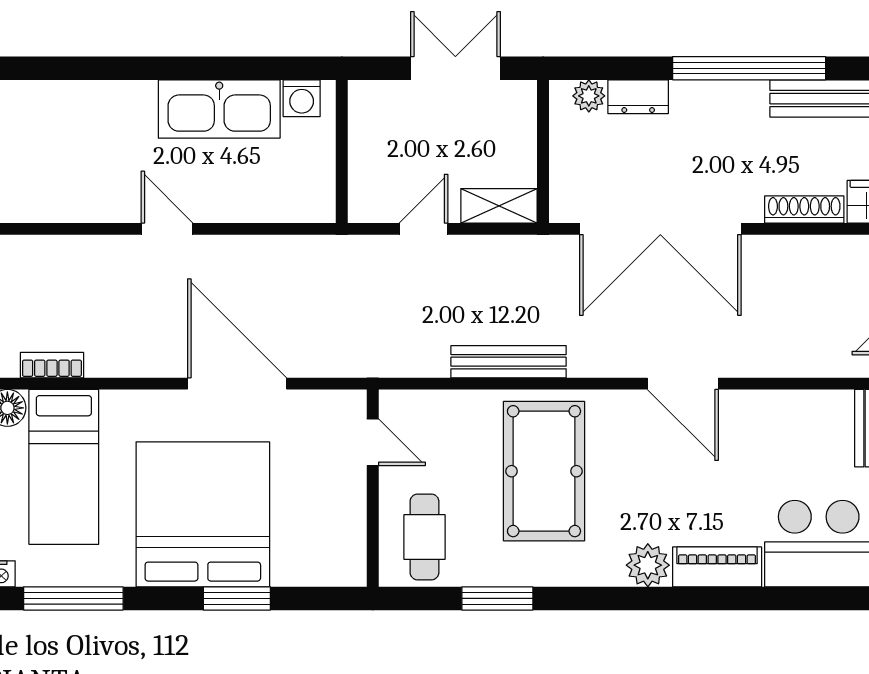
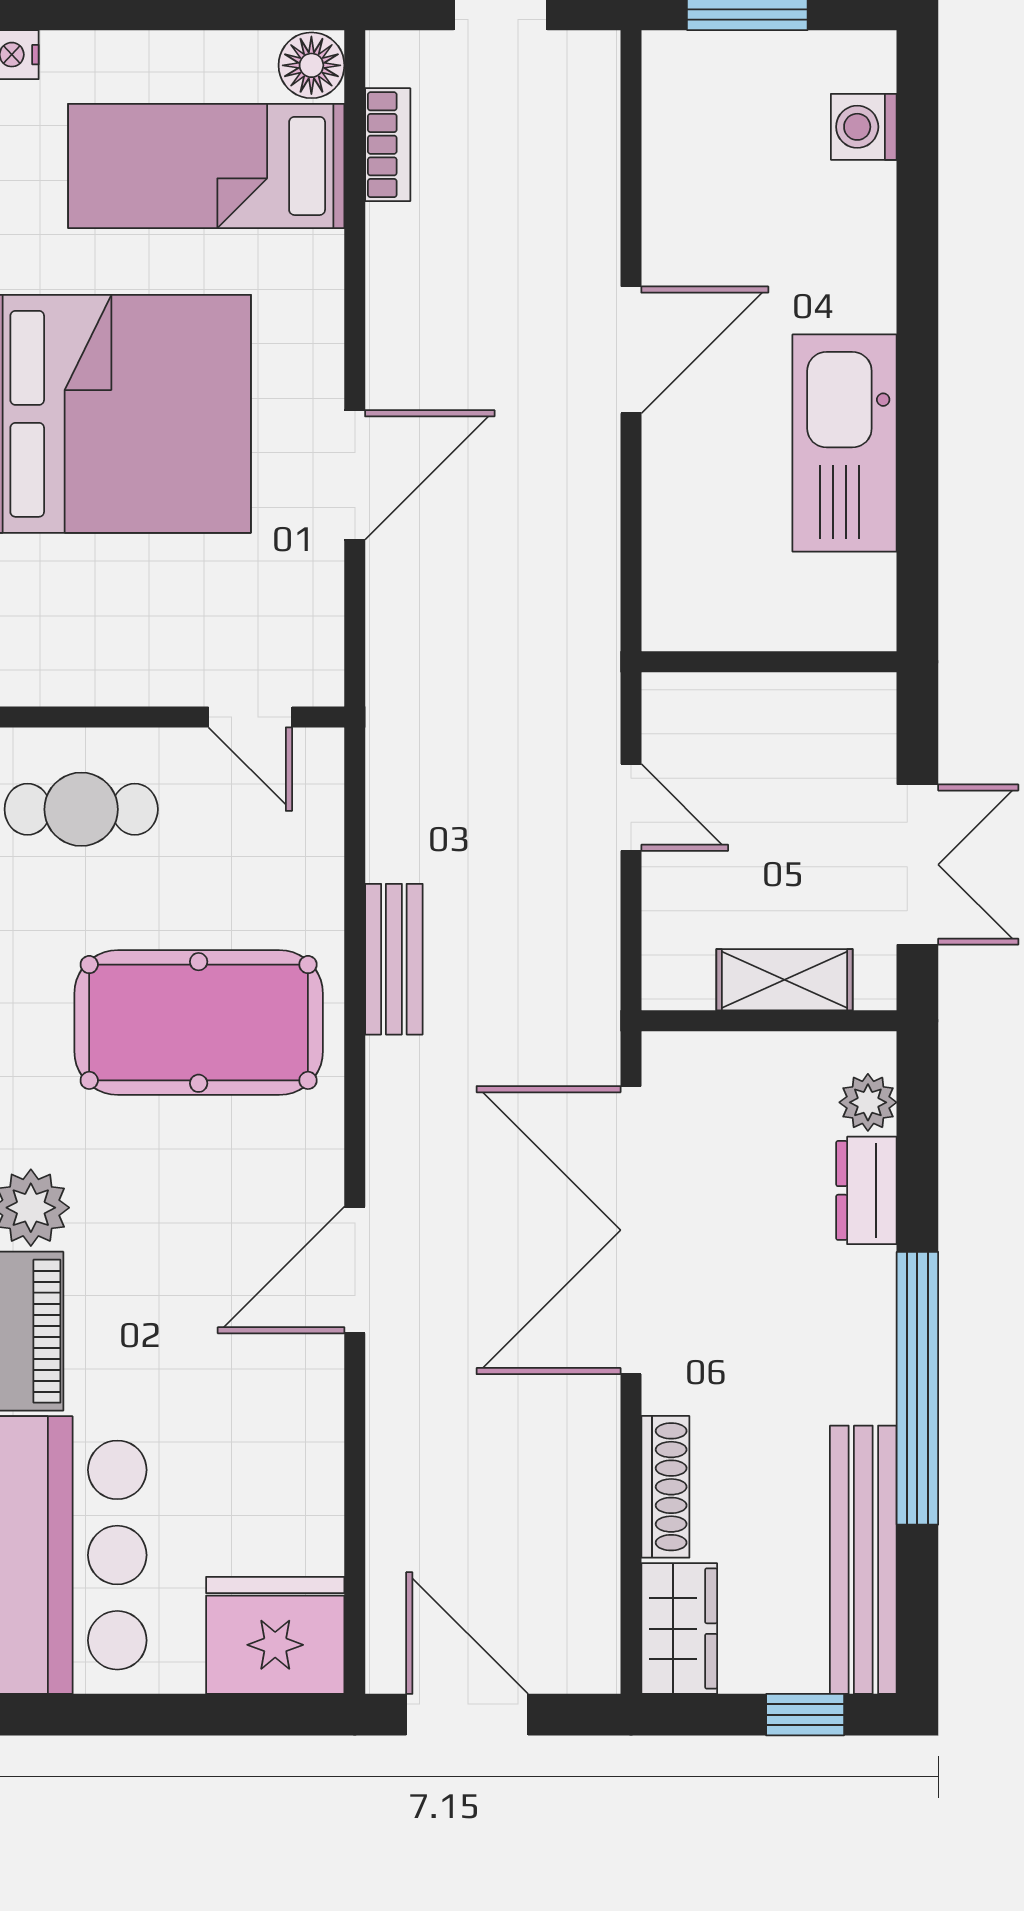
washing machine: (302, 98) -> (864, 127), moved
shelving: (499, 206) -> (785, 980), moved, turned 90
door: (167, 229) -> (631, 350), width x1.38
bench: (509, 362) -> (394, 959), width x0.73
door: (237, 384) -> (355, 475), width x0.73
door: (373, 442) -> (250, 717), hinge flipped

